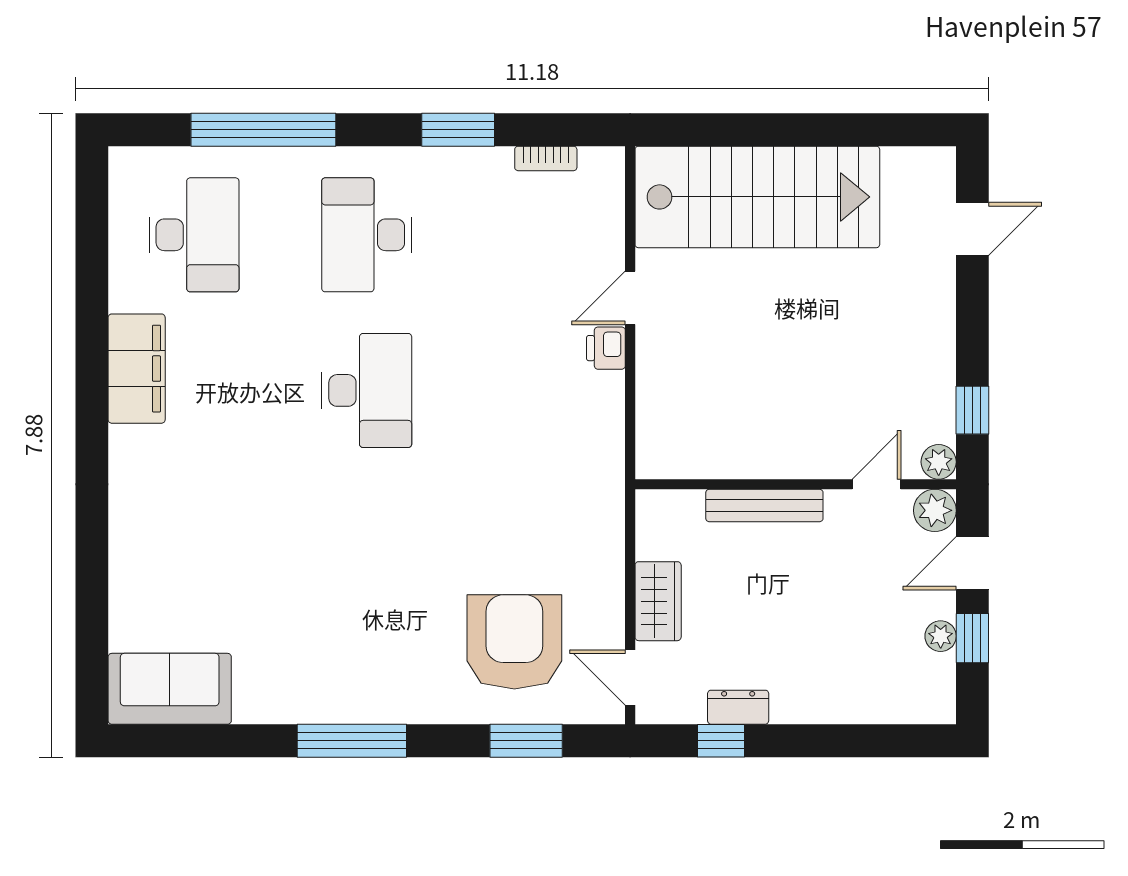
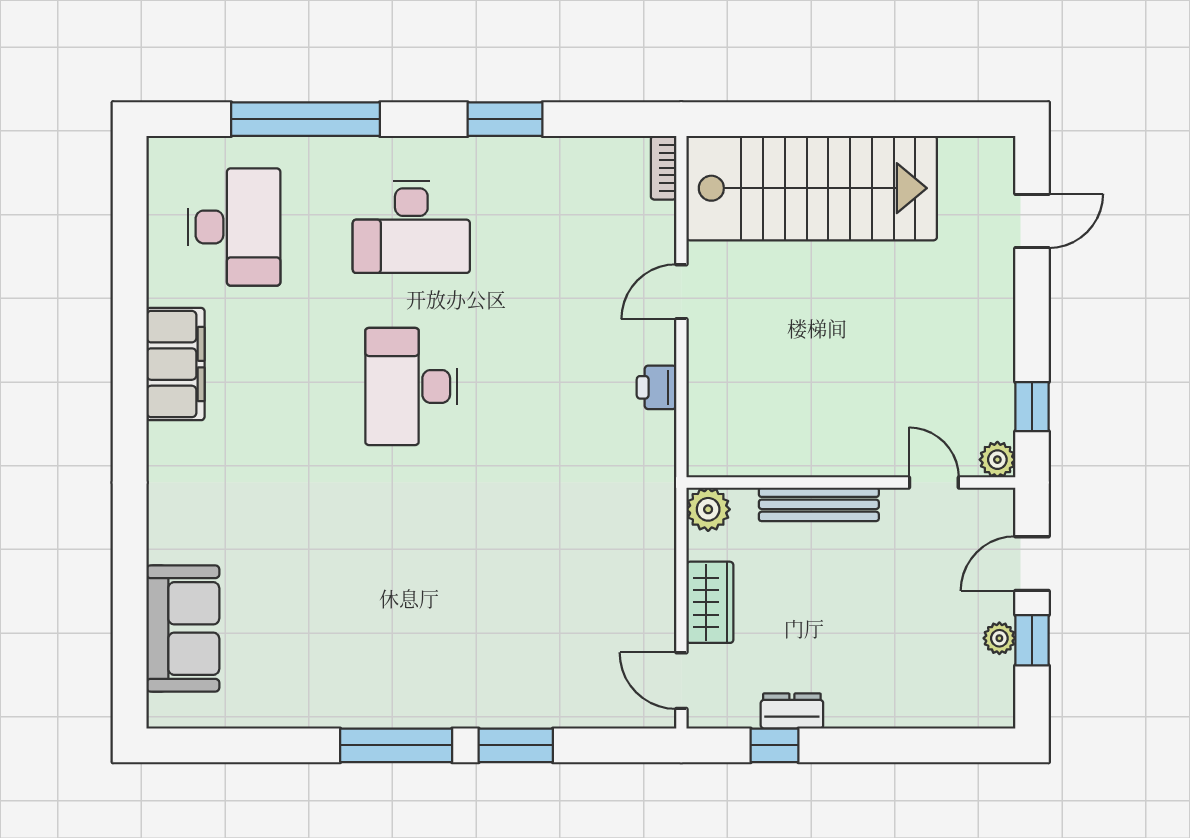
bookcase: (546, 158) -> (664, 168), moved, turned 90
desk: (367, 235) -> (411, 227), turned -90
printer: (606, 348) -> (656, 387), moved
desk: (367, 390) -> (411, 386), turned 180
door: (877, 484) -> (934, 483), hinge flipped
plant: (935, 510) -> (708, 509), moved
armchair: (514, 642) -> (563, 644), removed
sofa: (170, 689) -> (183, 629), moved, turned 90
window: (526, 741) -> (516, 745), moved

